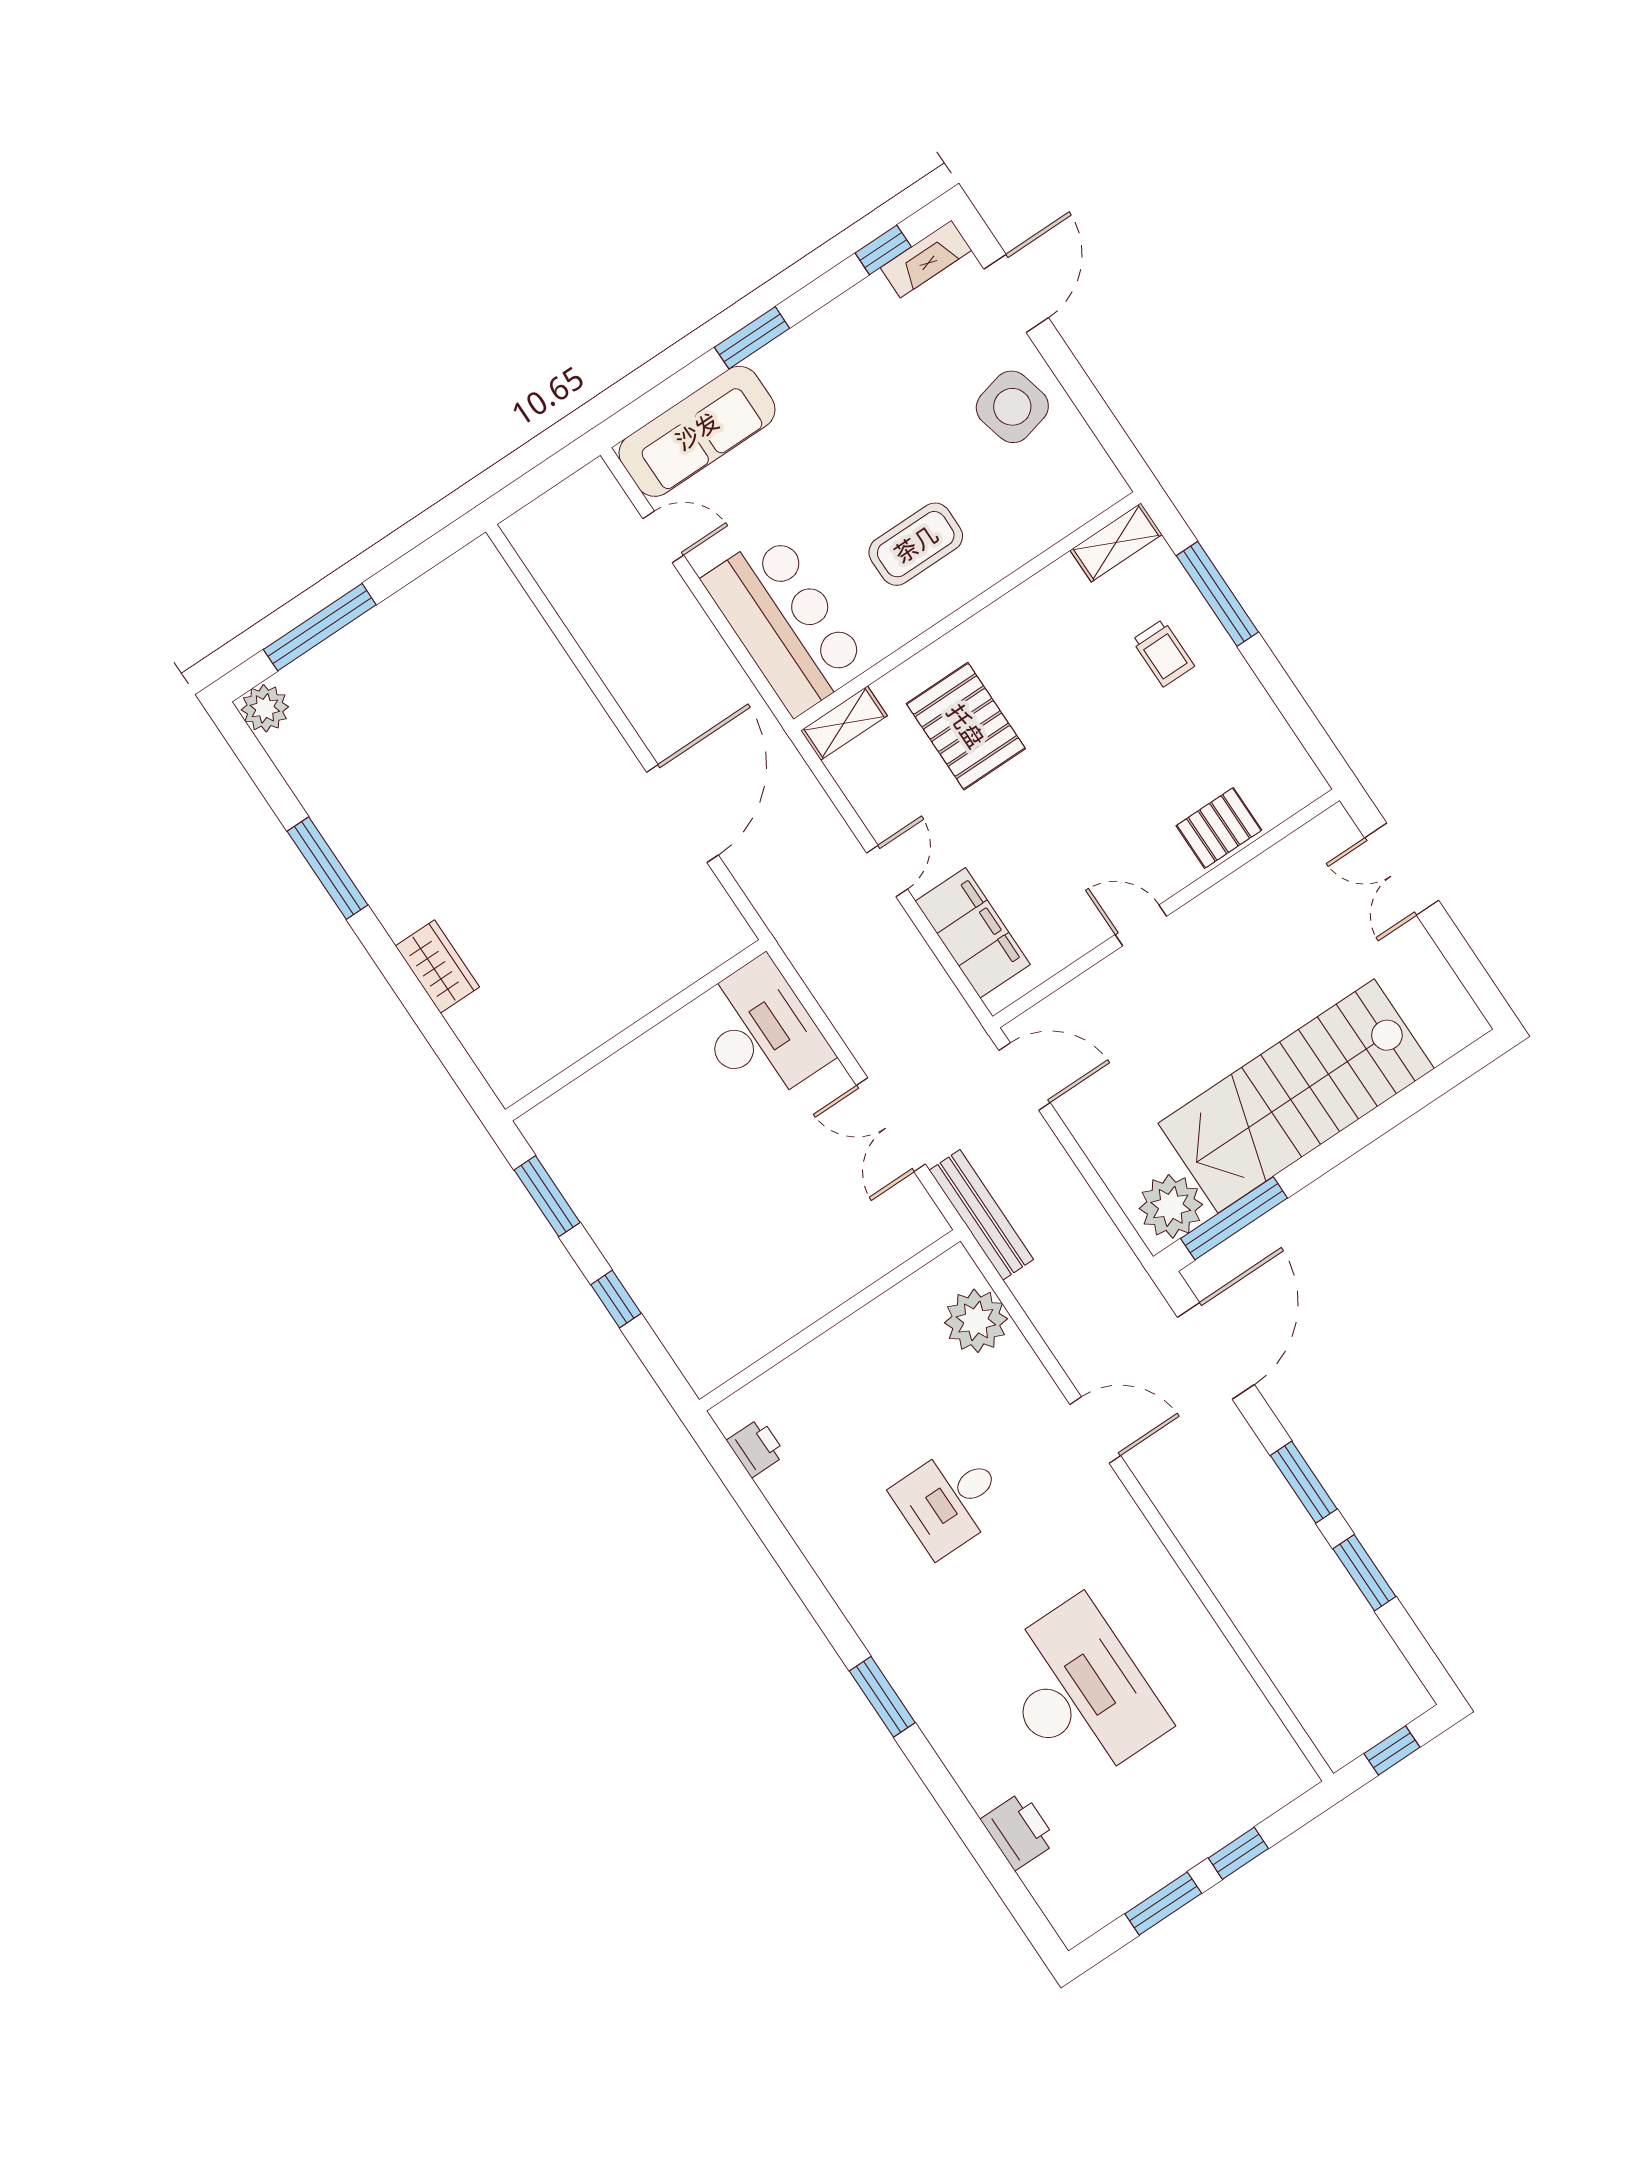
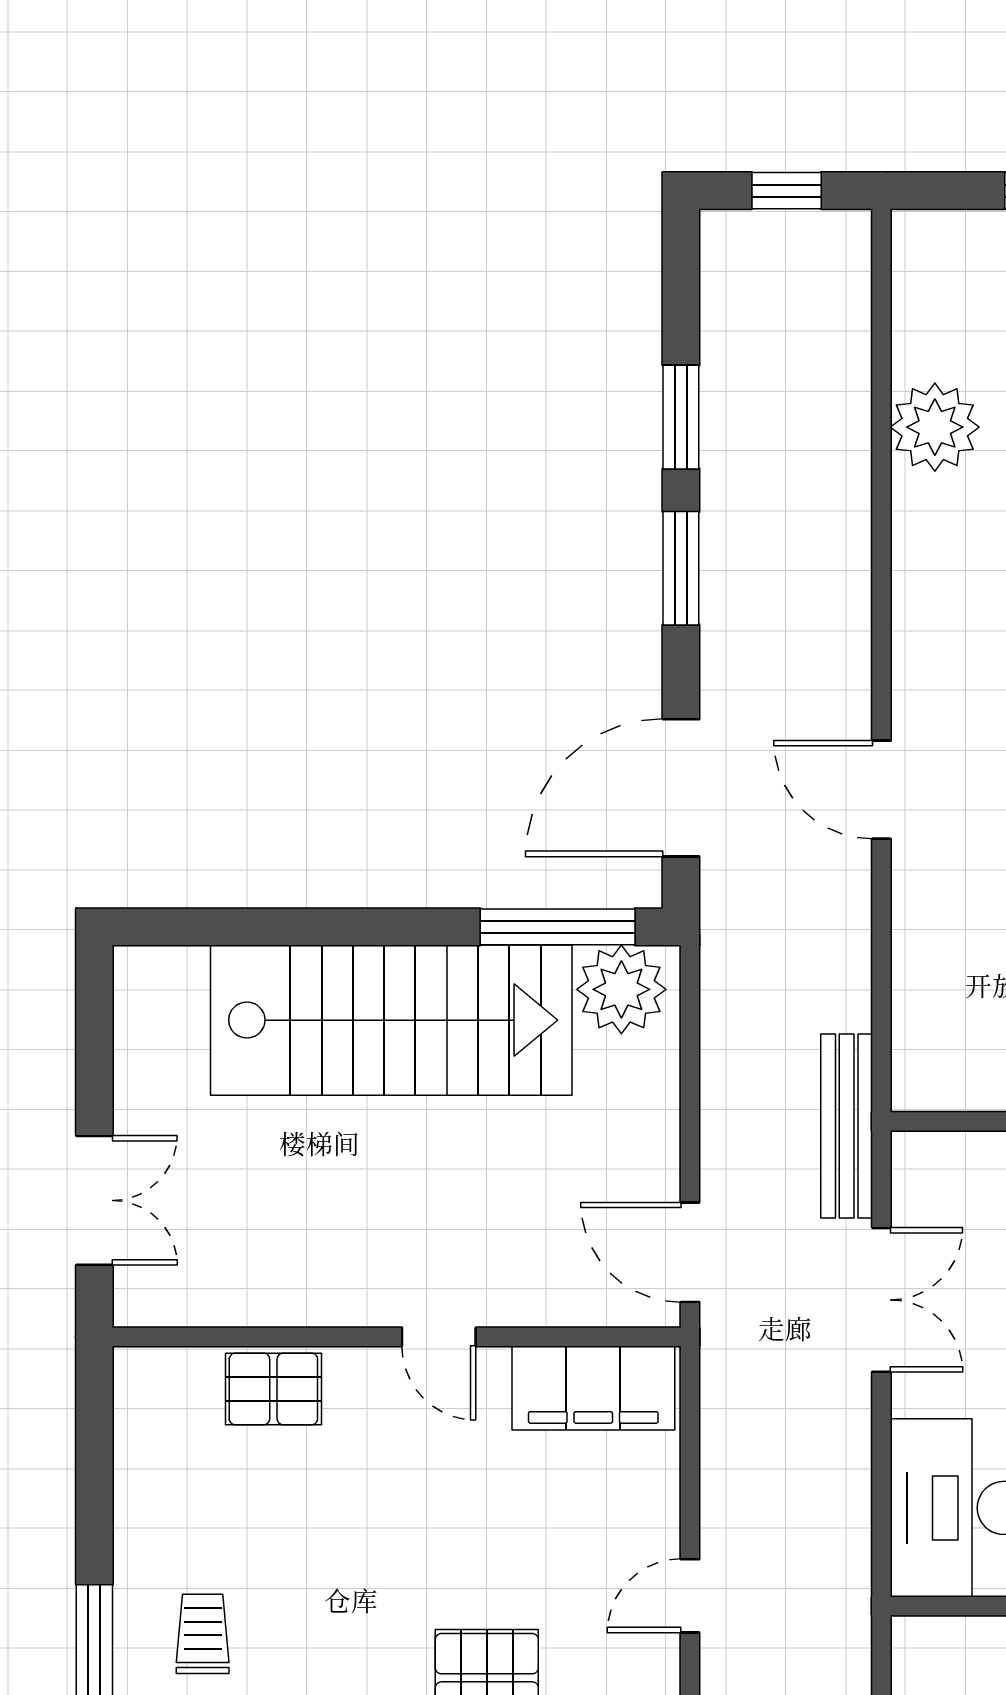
filing cabinet: (973, 933) -> (593, 1388), moved, turned -90
plant: (976, 1321) -> (935, 427), moved

